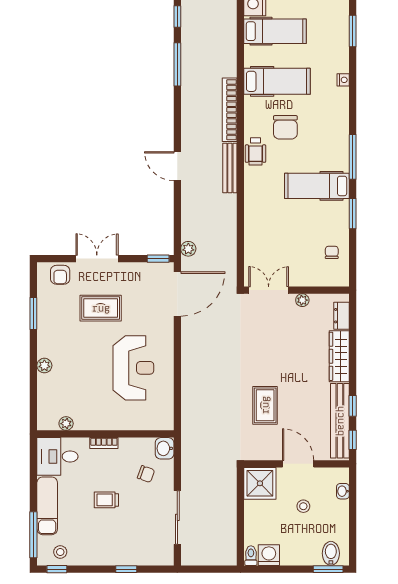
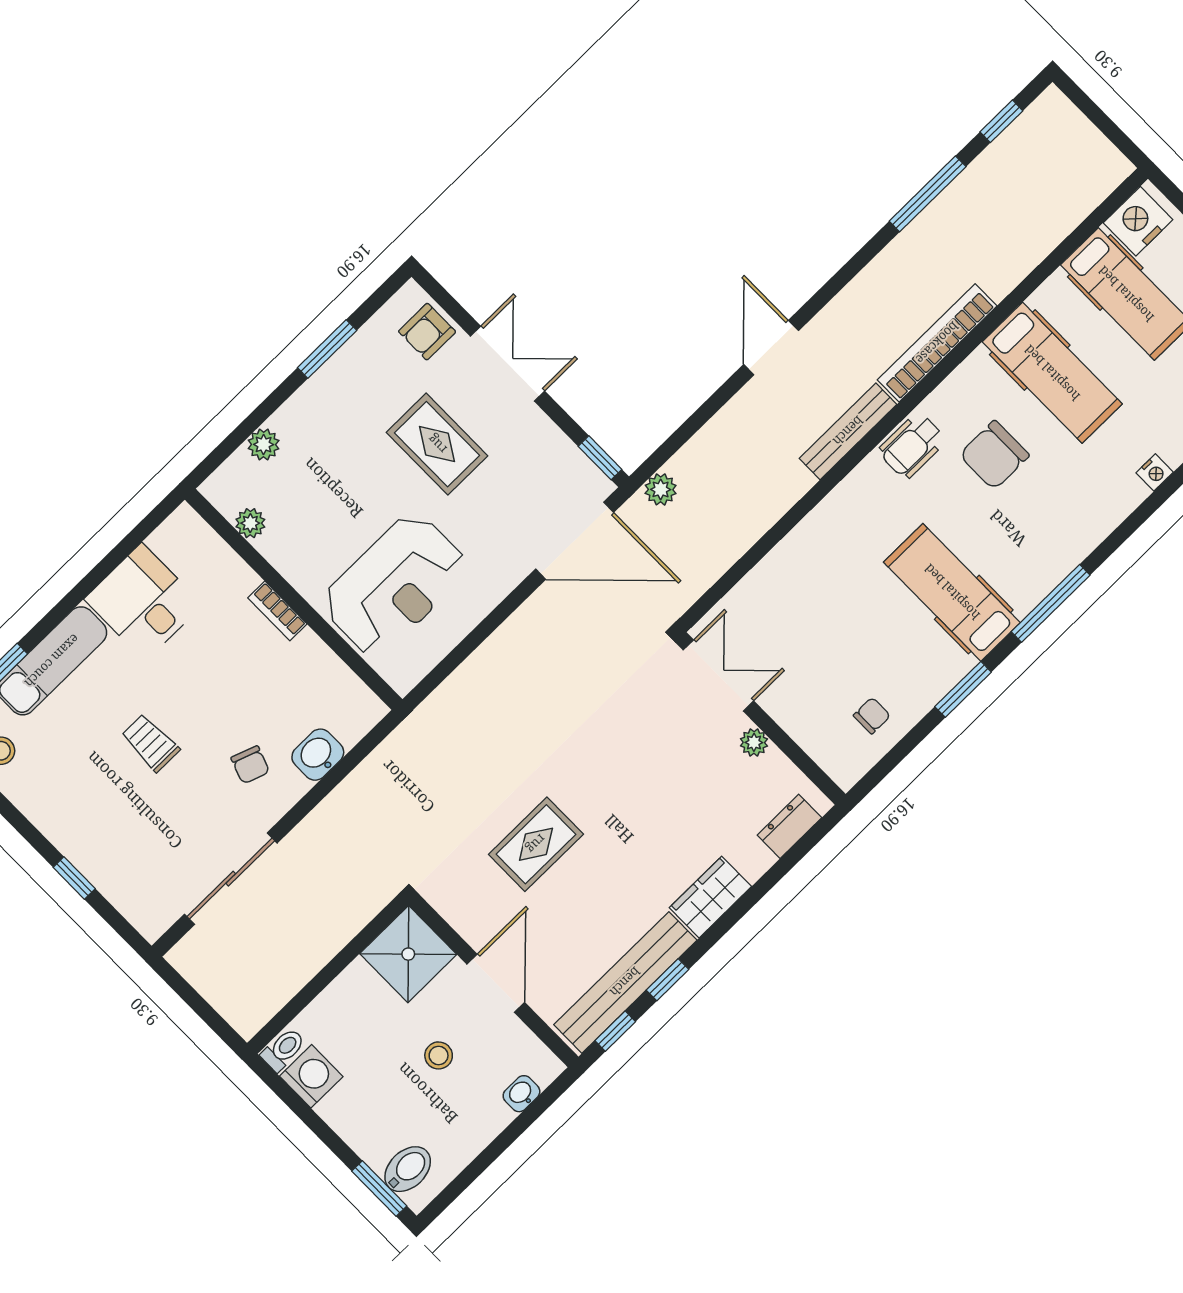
wardrobe: (339, 356) -> (710, 897), width x0.67
plant: (66, 424) -> (250, 523), moved
wall: (105, 434) -> (294, 599), moved
bookcase: (104, 443) -> (277, 611), moved

